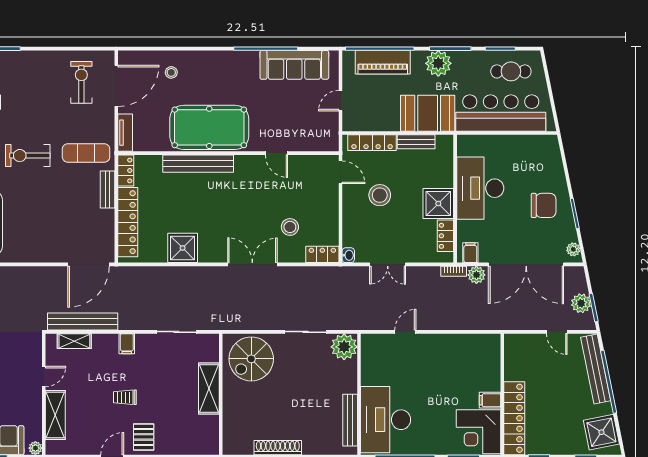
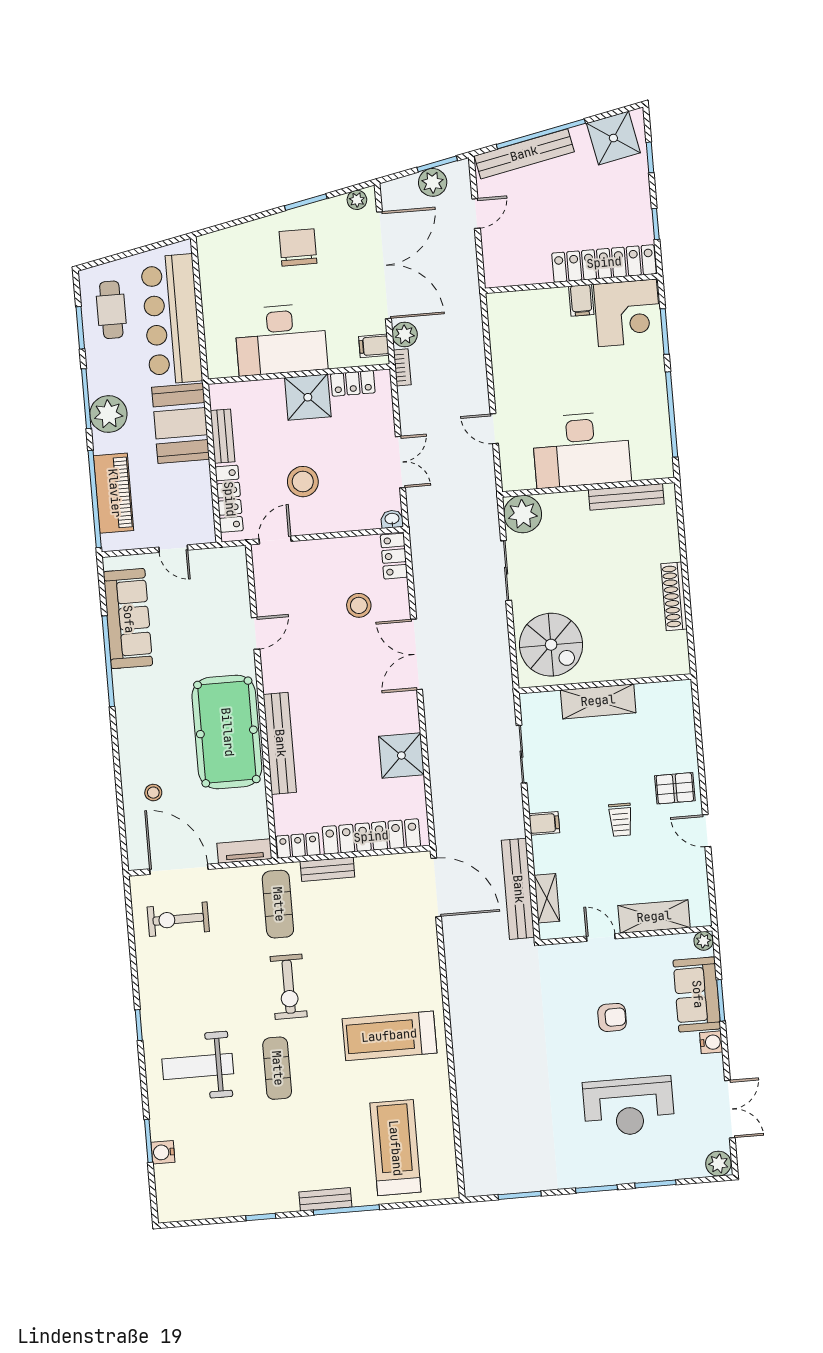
desk: (386, 420) -> (581, 450), moved

